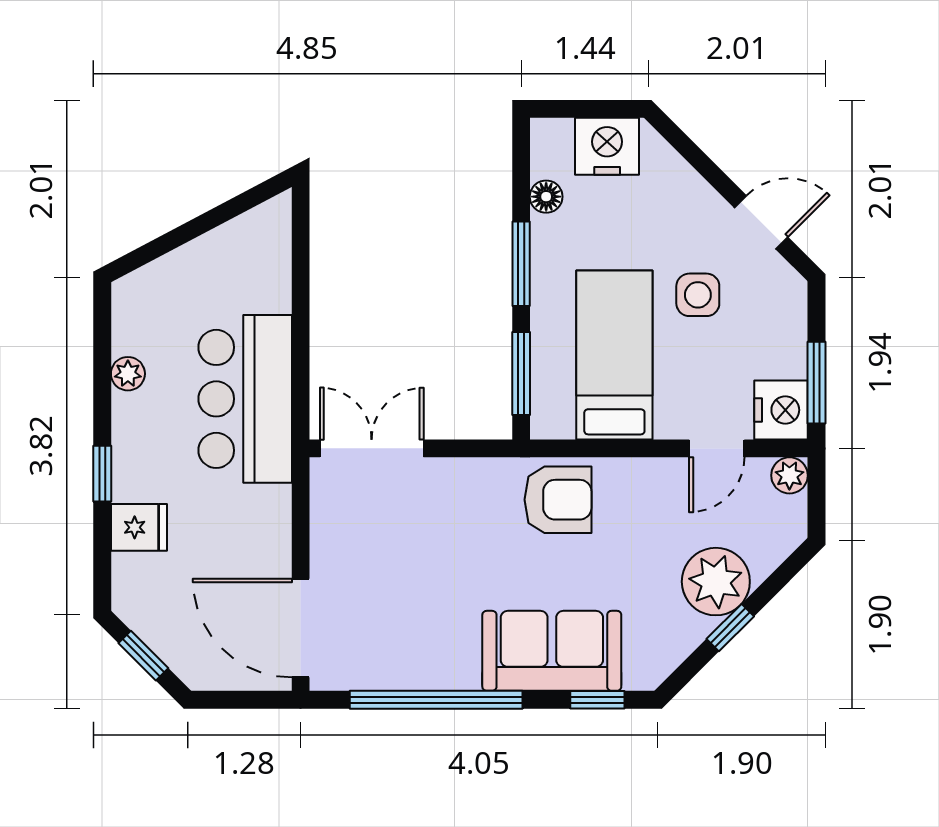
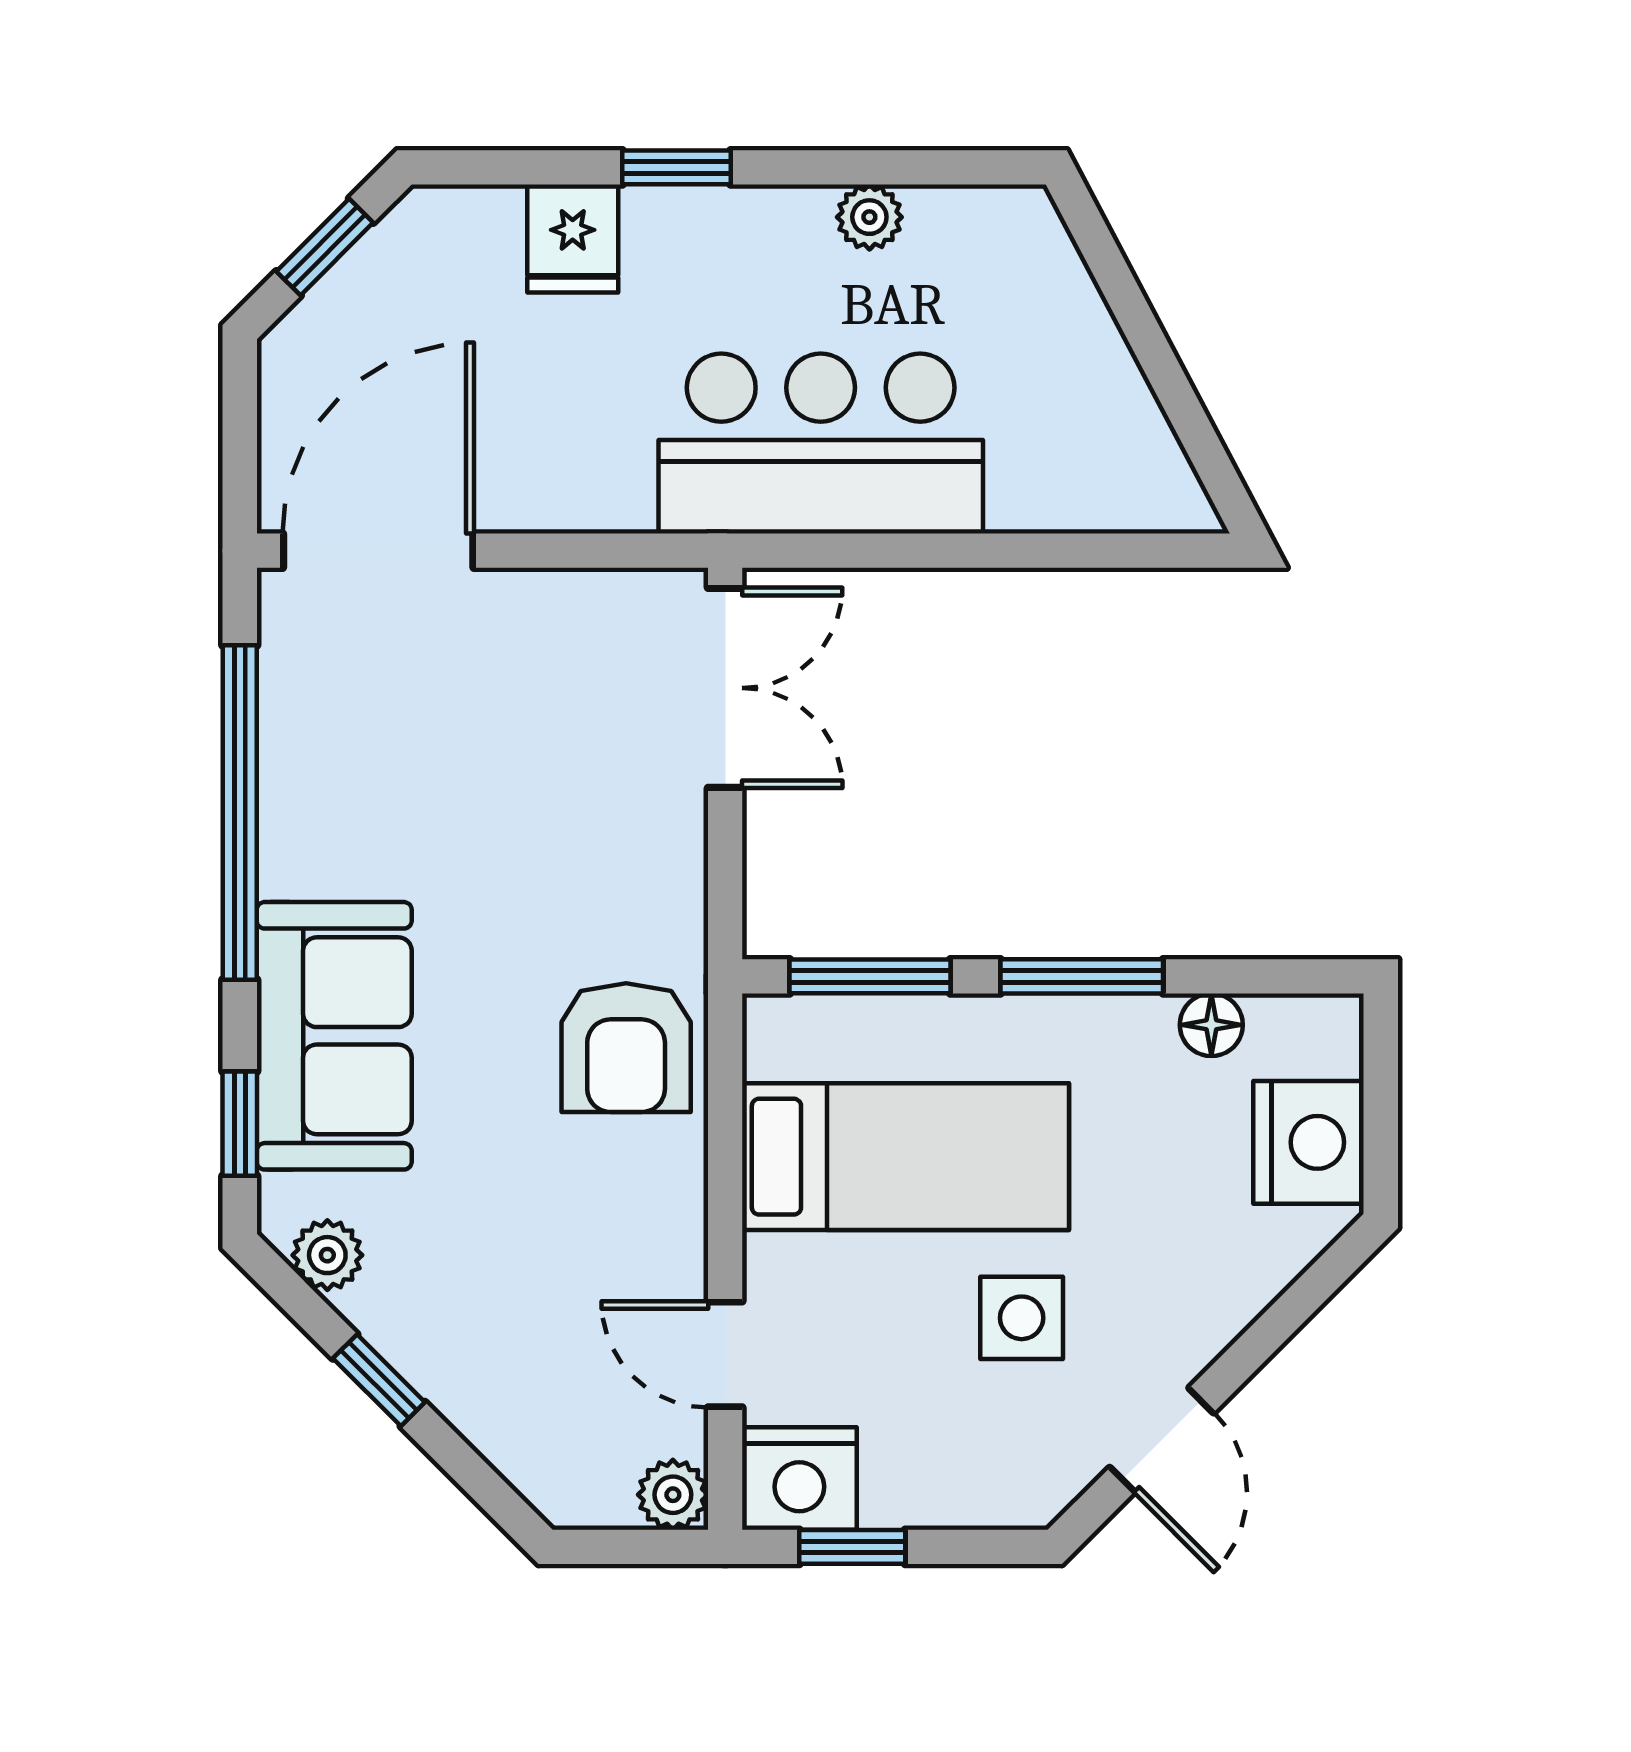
window: (816, 383) -> (852, 1547), width x0.67
plant: (716, 582) -> (327, 1255), moved, width x0.53, depth x0.53

